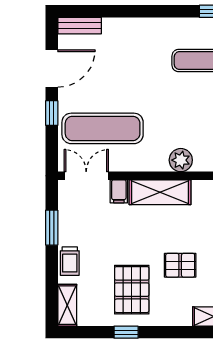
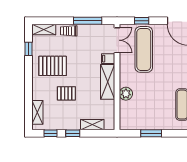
window: (52, 113) -> (142, 21), moved
window: (52, 228) -> (88, 21), width x1.44
pallet: (180, 265) -> (66, 93), turned 90
window: (126, 332) -> (29, 49), moved

